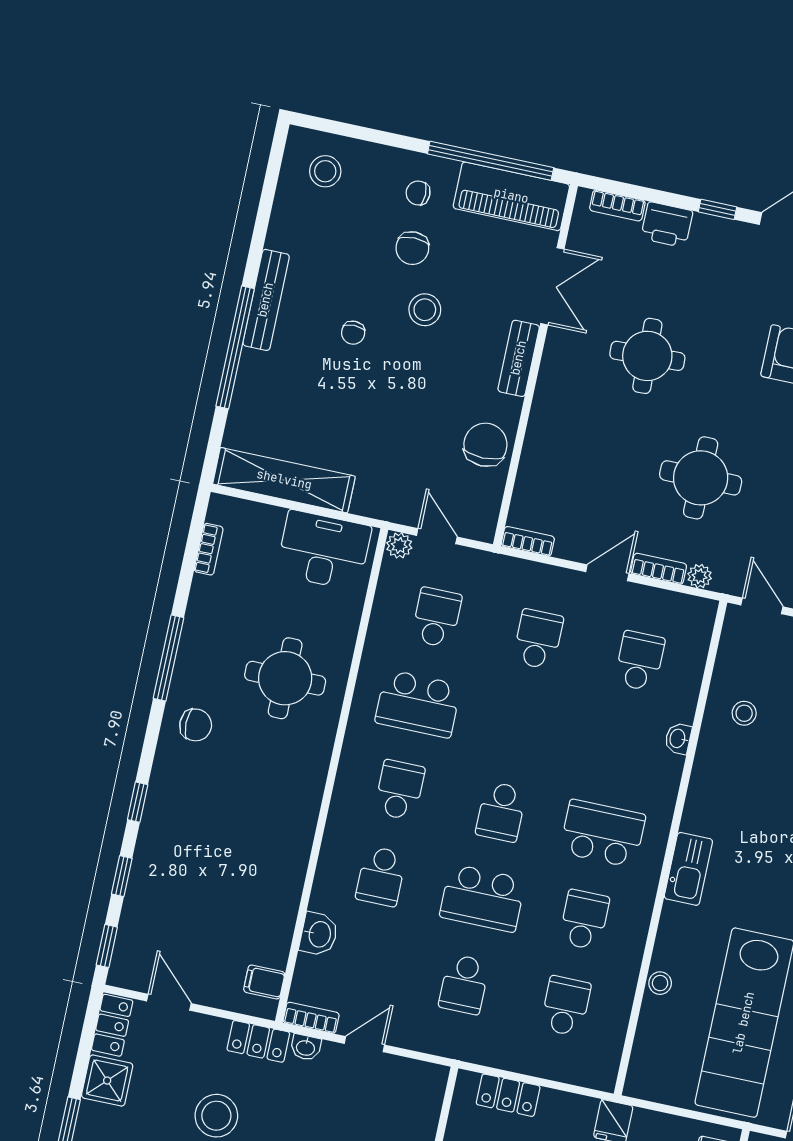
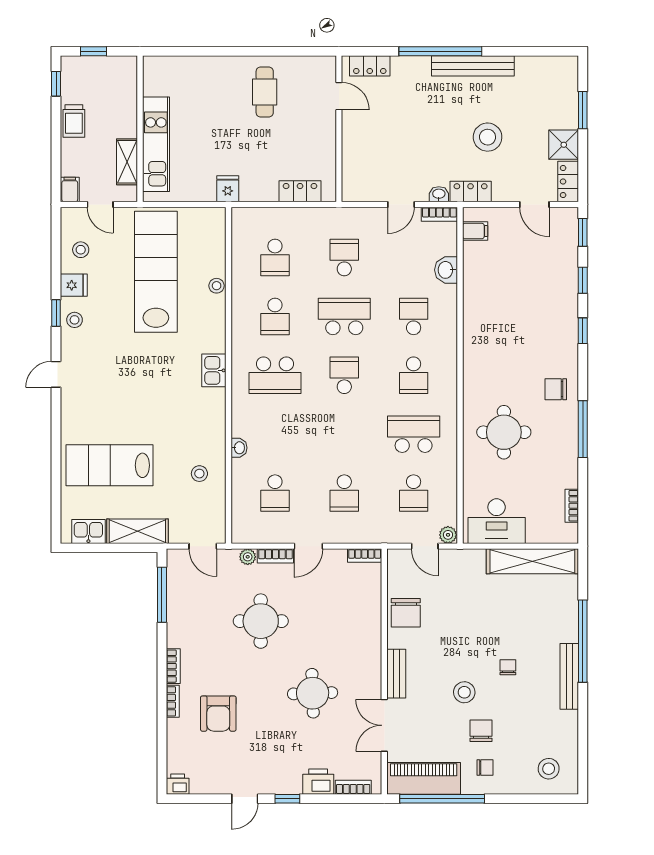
kitchen sink: (688, 869) -> (214, 370), width x0.73

